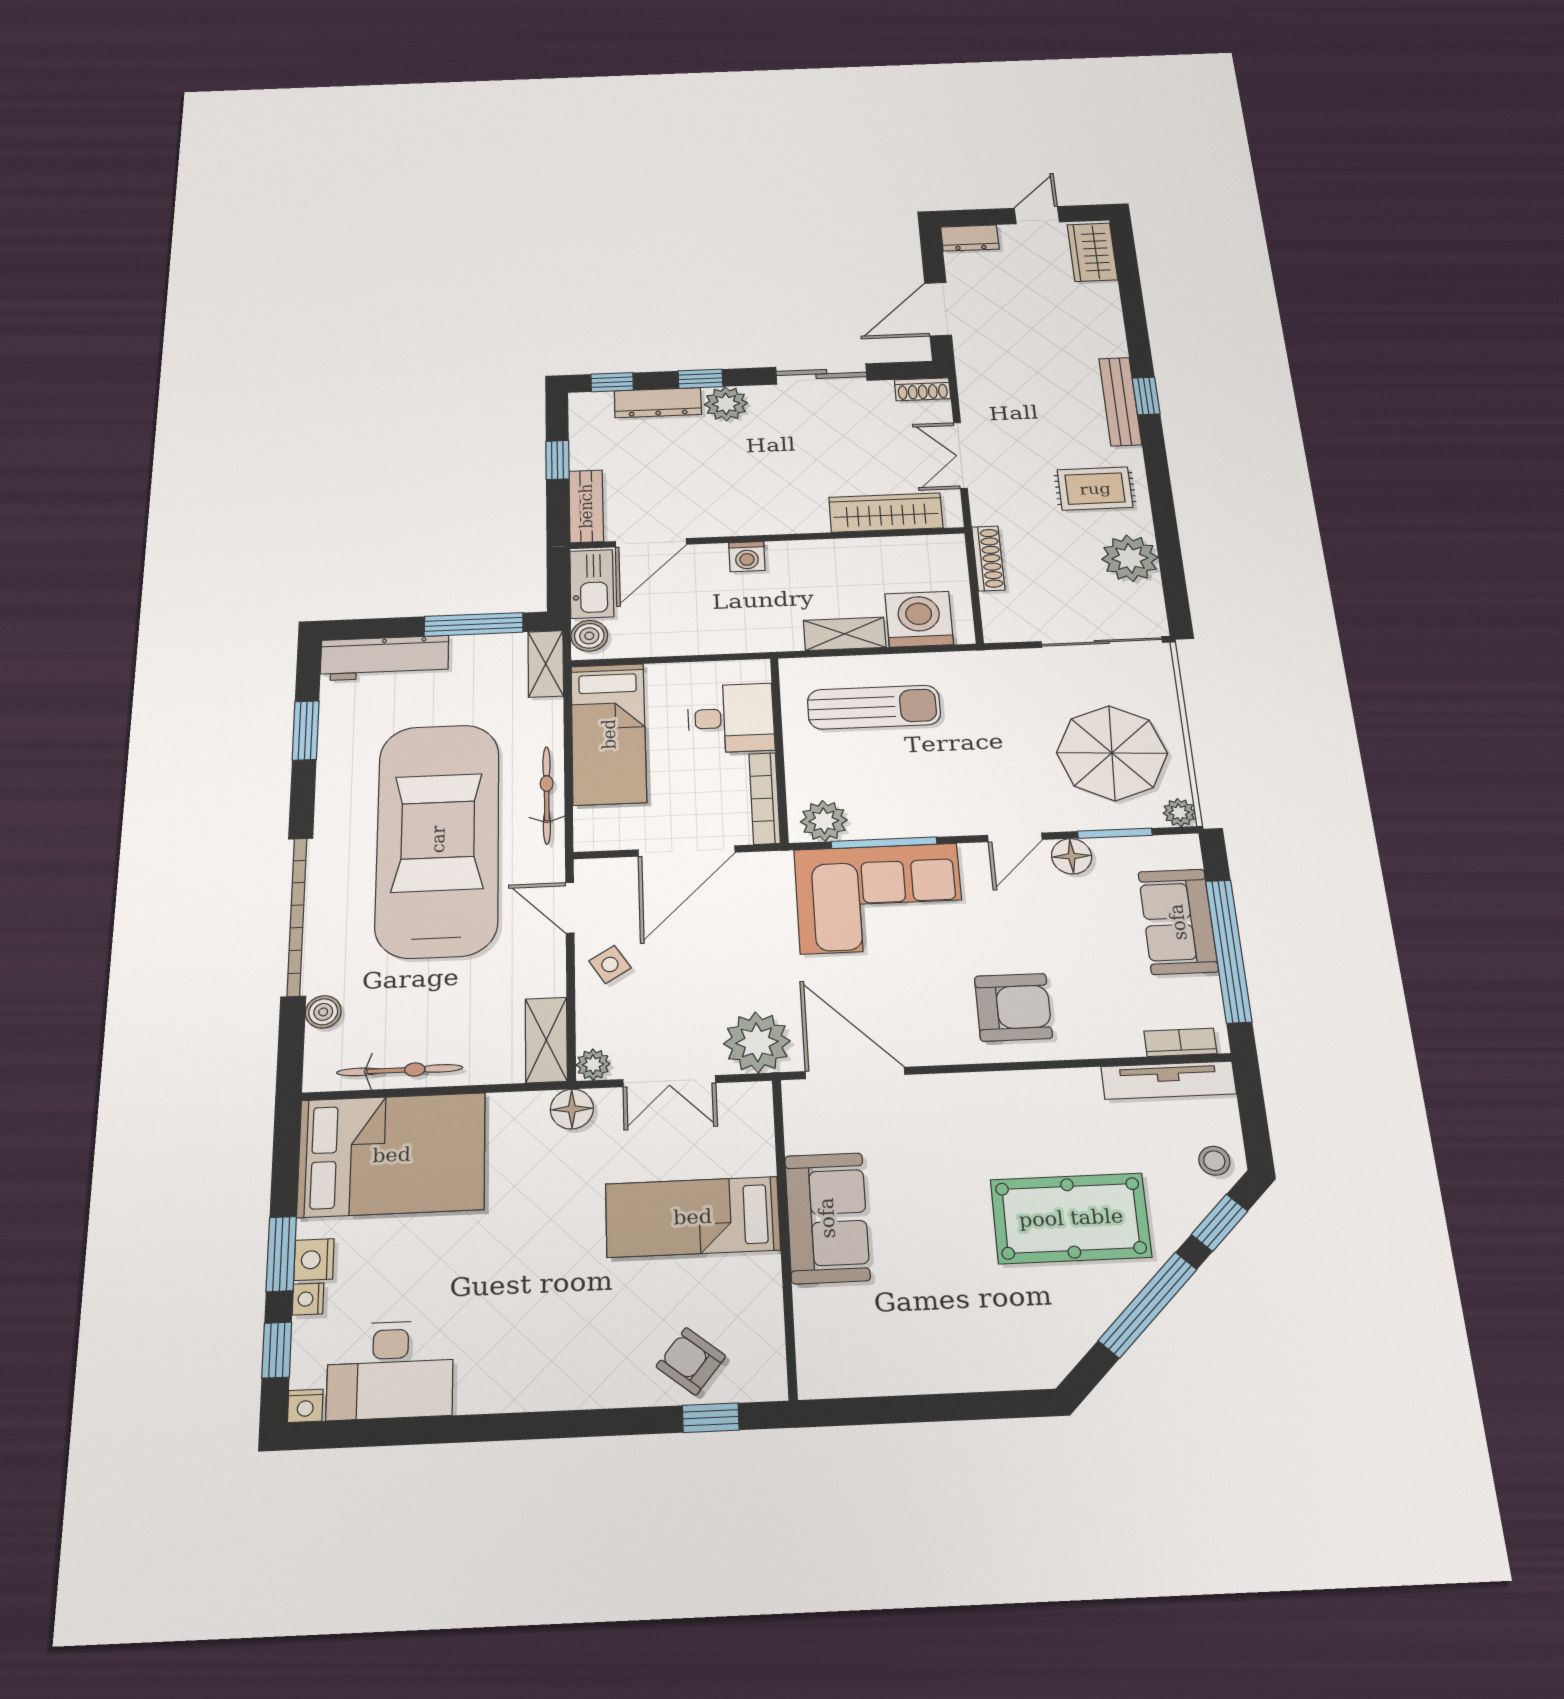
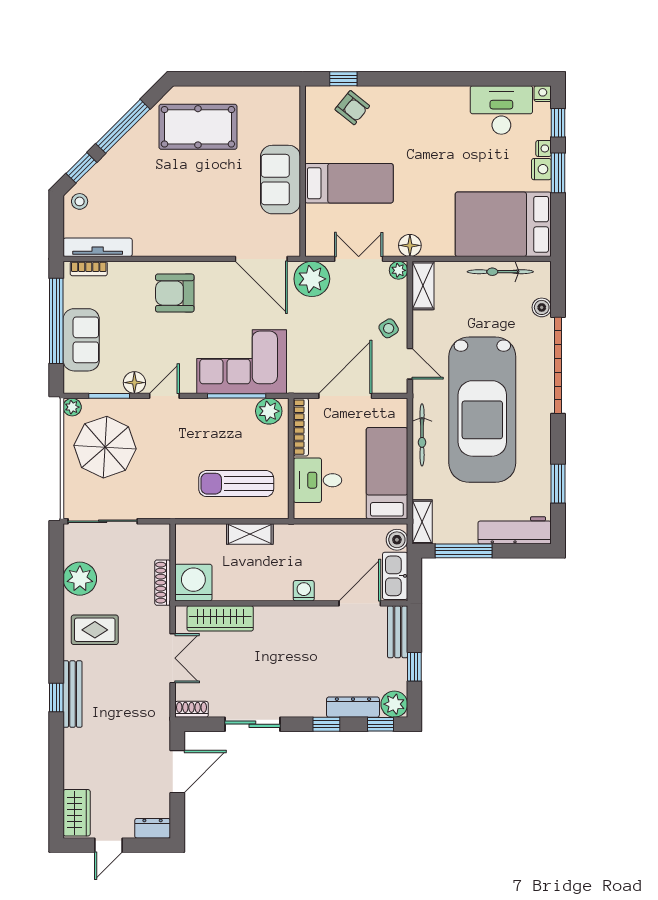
plant: (726, 404) -> (394, 704), moved
washing machine: (919, 619) -> (193, 583), moved, turned 180
pool table: (1071, 1218) -> (198, 127), moved

